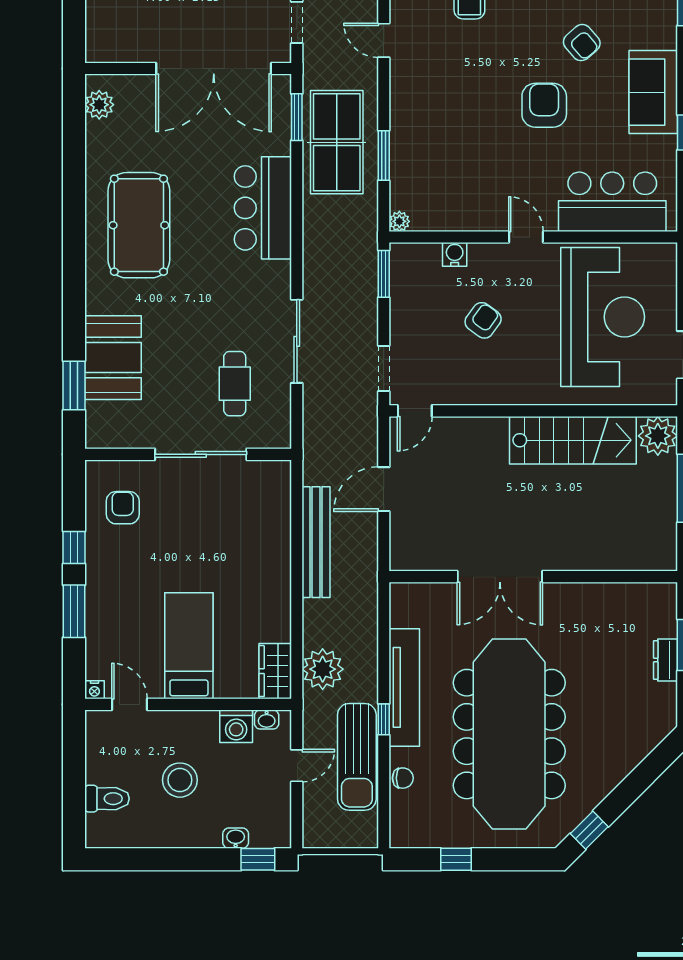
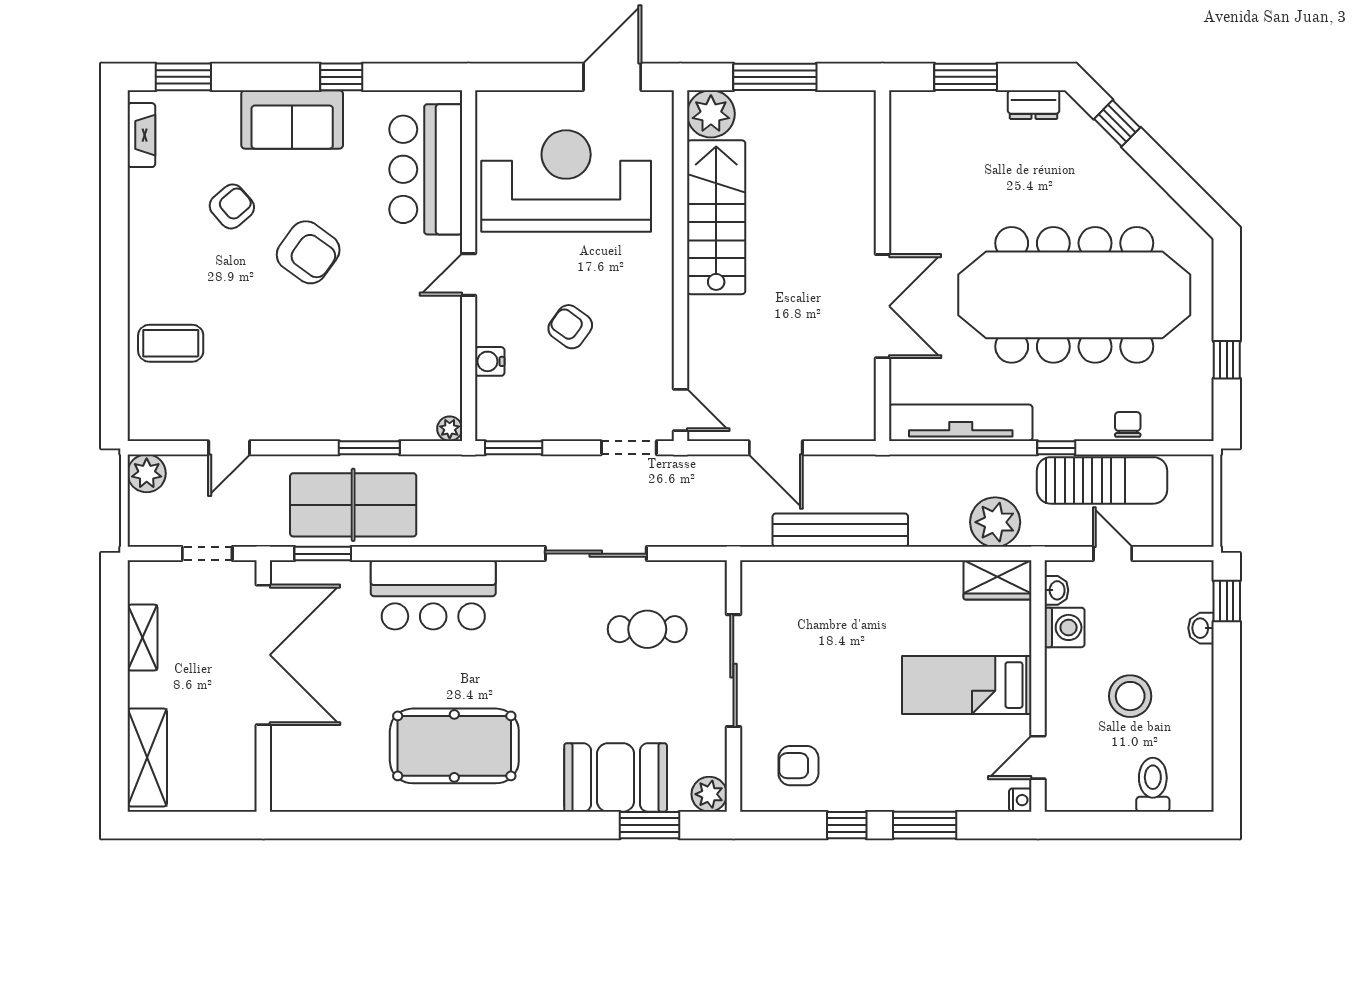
plant: (99, 105) -> (709, 794), moved
armchair: (544, 105) -> (308, 252), turned -144
dresser: (665, 660) -> (1034, 105), moved
tv unit: (404, 687) -> (961, 423), moved
window: (589, 830) -> (1117, 123), moved

